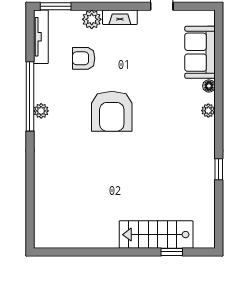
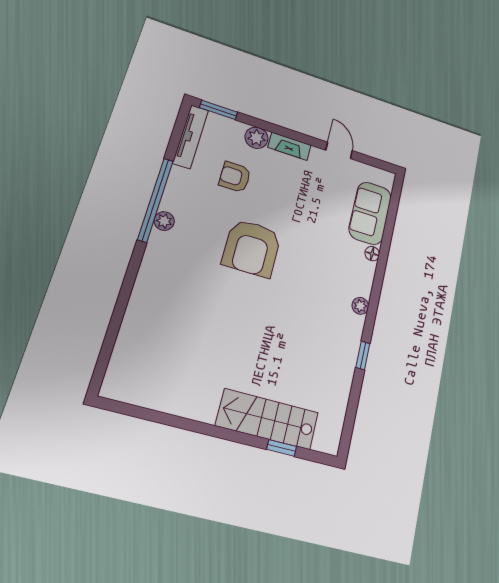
plant: (208, 111) -> (360, 306), moved

